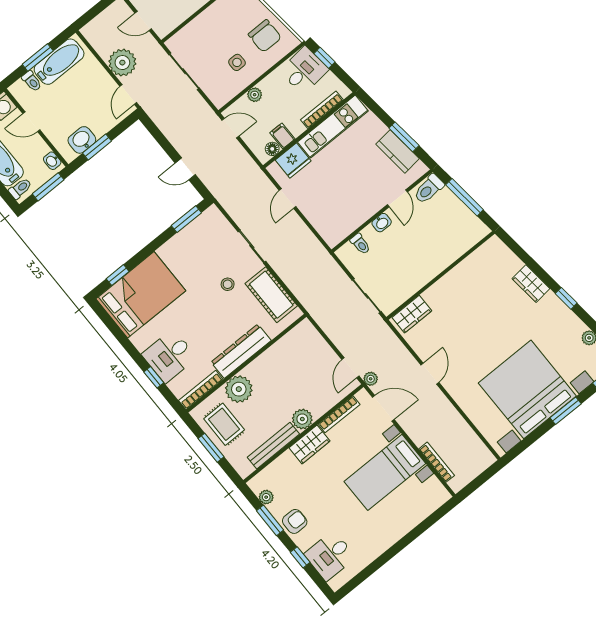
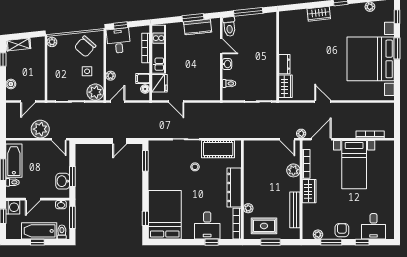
chair: (265, 36) -> (85, 46), turned 131
plant: (220, 93) -> (95, 92), added
dresser: (437, 291) -> (284, 64), added
plant: (239, 389) -> (248, 208), width x0.53, depth x0.53
plant: (302, 419) -> (293, 170), moved

